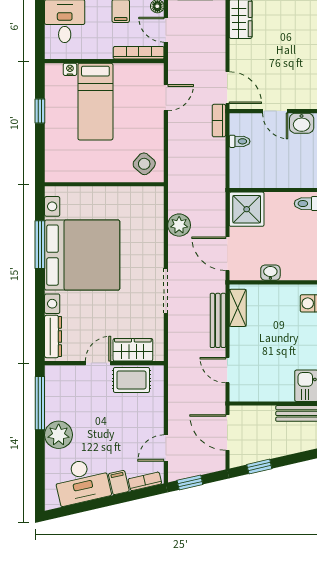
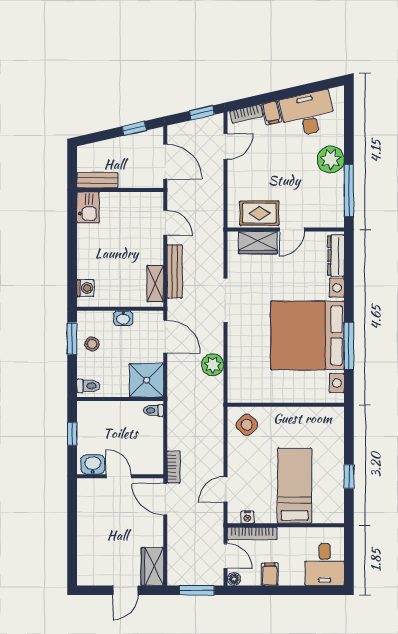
nightstand: (70, 69) -> (247, 517), moved
toilet: (240, 141) -> (153, 411), moved
stool: (302, 246) -> (92, 344), added

